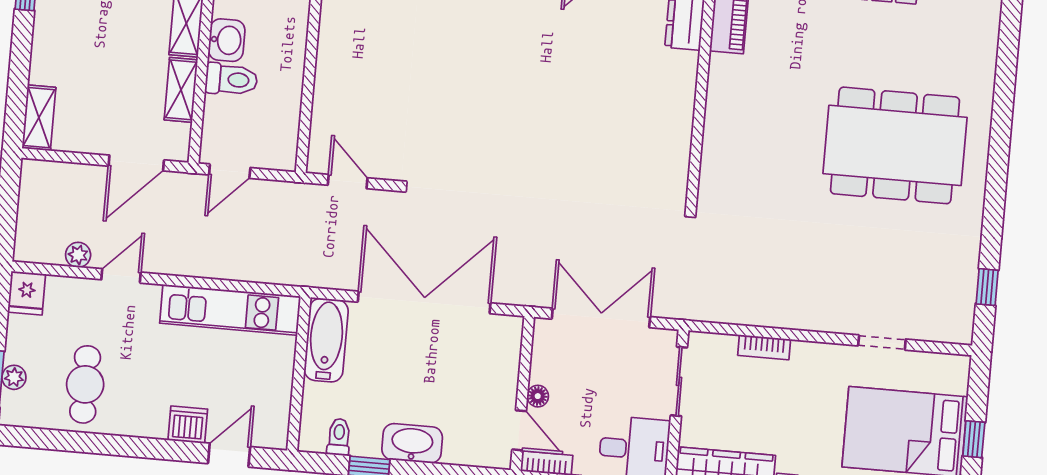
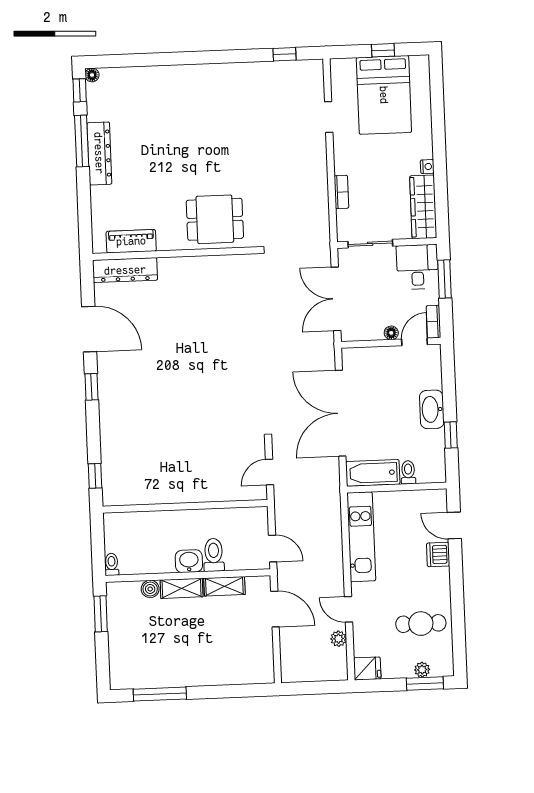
shelving: (39, 118) -> (254, 675), removed
dining table: (895, 145) -> (215, 219), moved, width x0.53, depth x0.80
toilet: (339, 437) -> (408, 472), moved, turned 90

